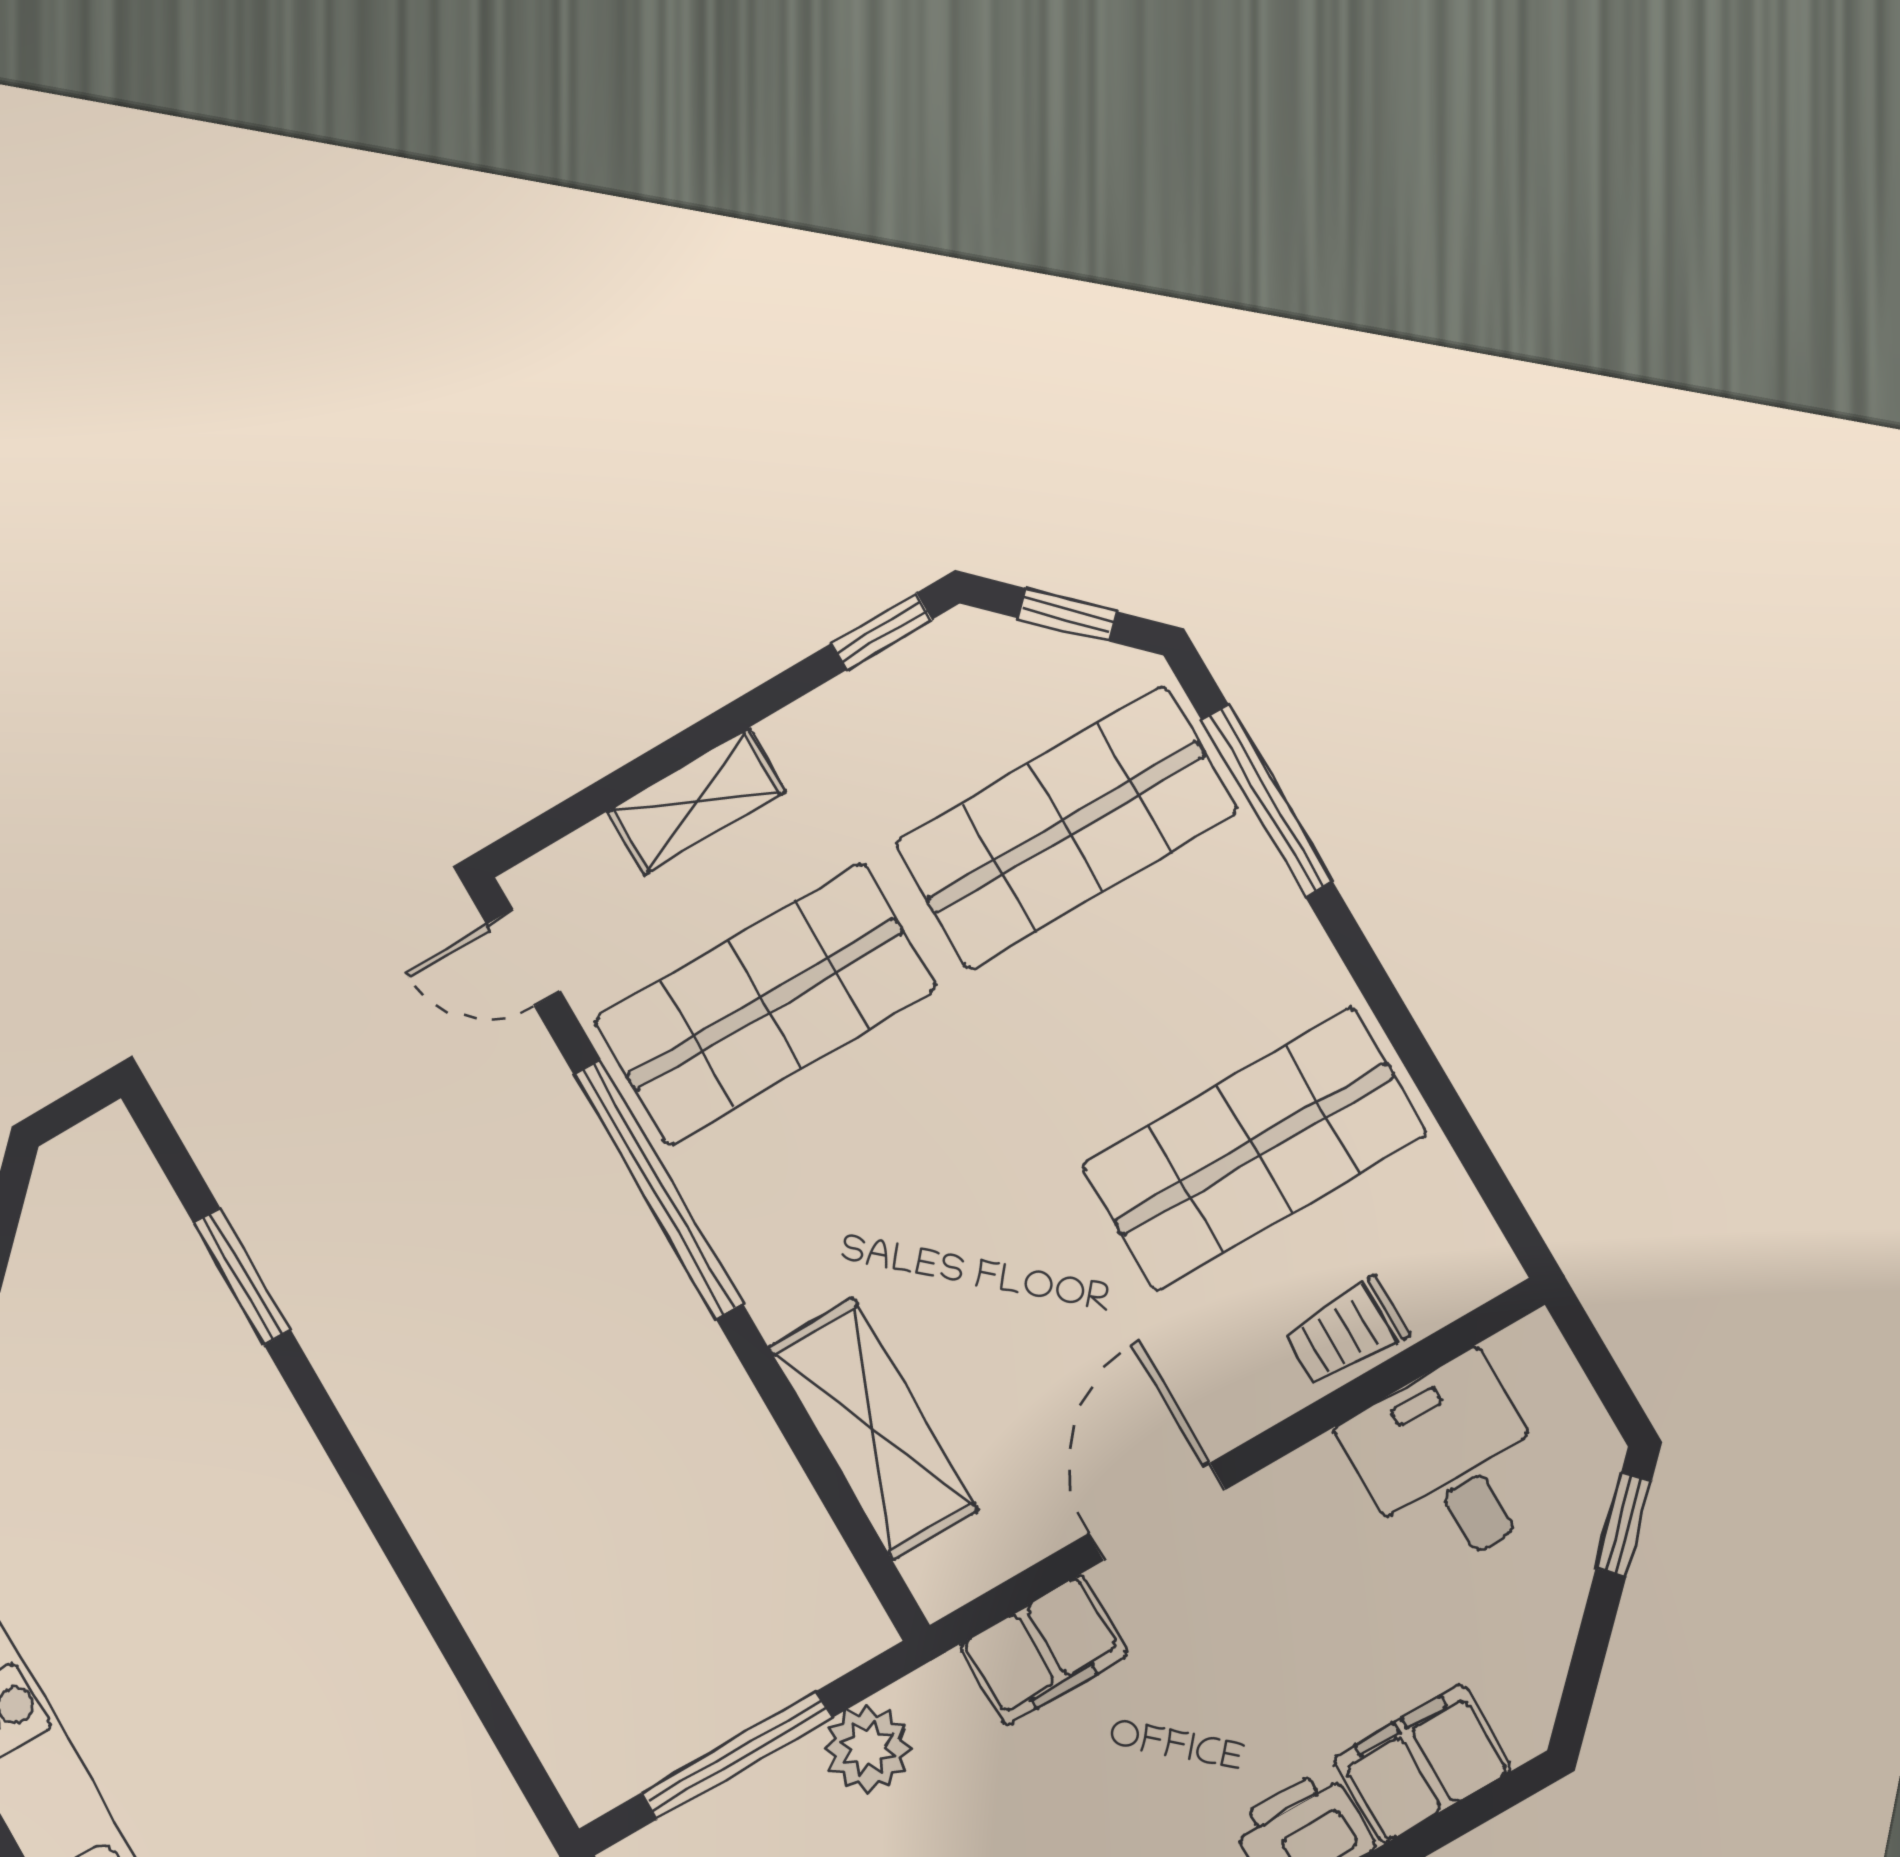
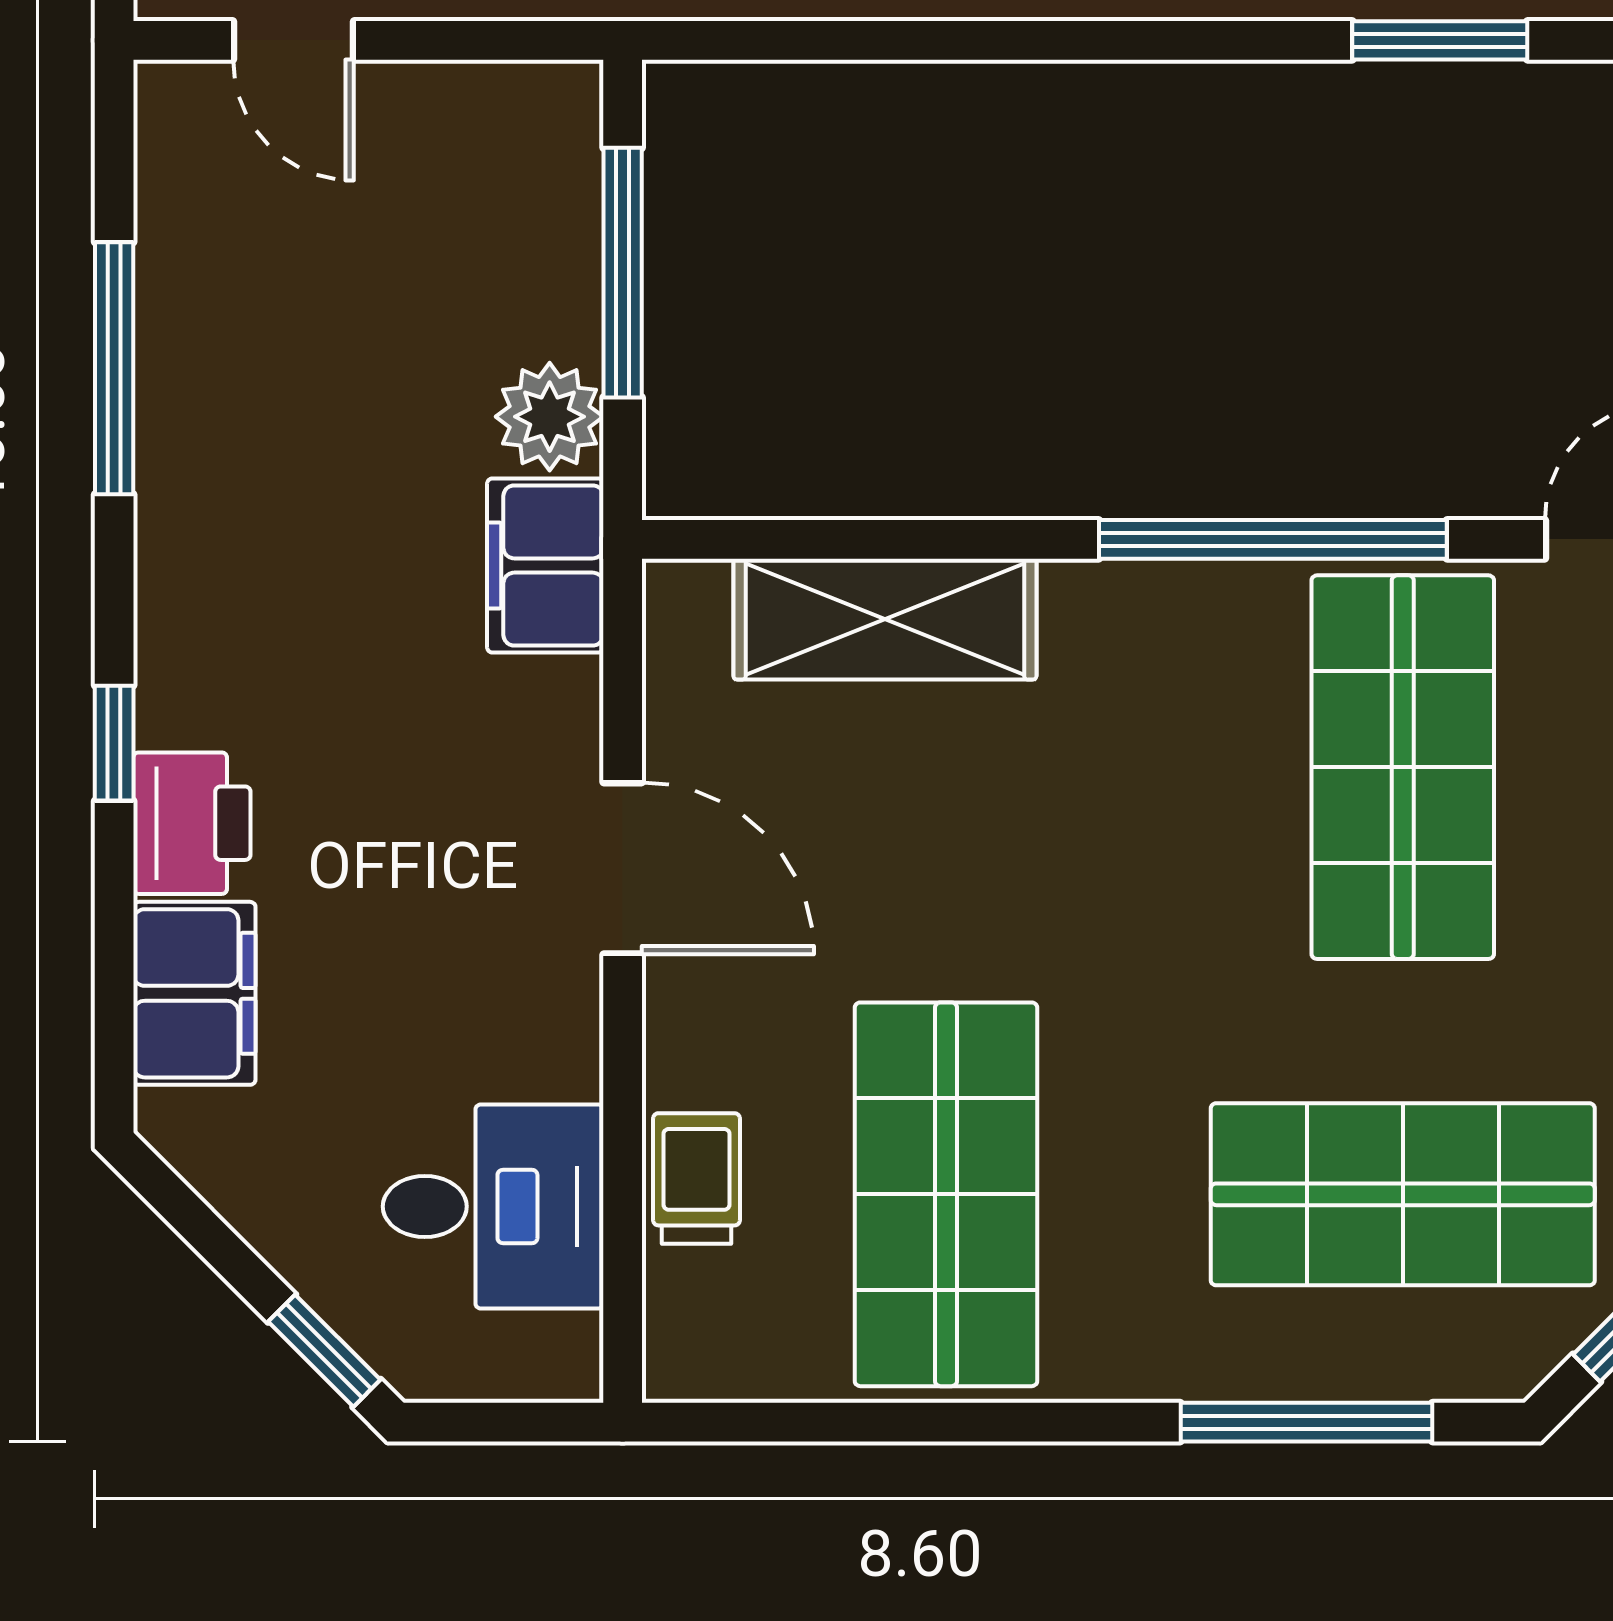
shop shelf: (1066, 828) -> (1403, 1194), turned 90
filing cabinet: (1044, 1650) -> (545, 565), moved

